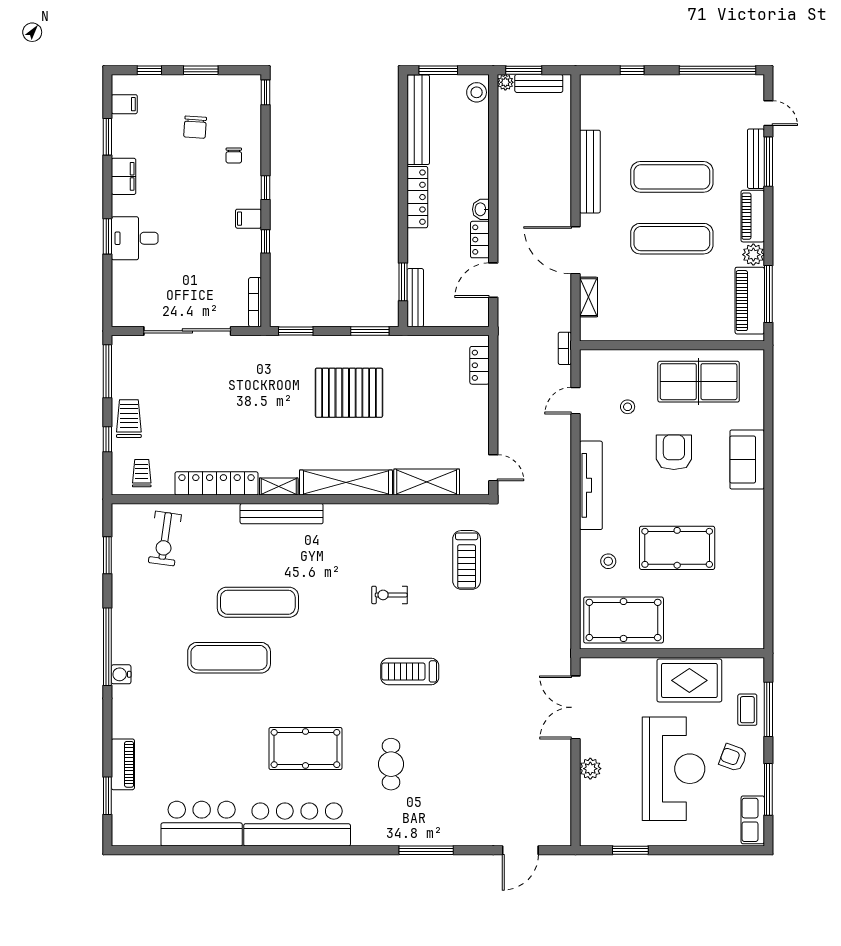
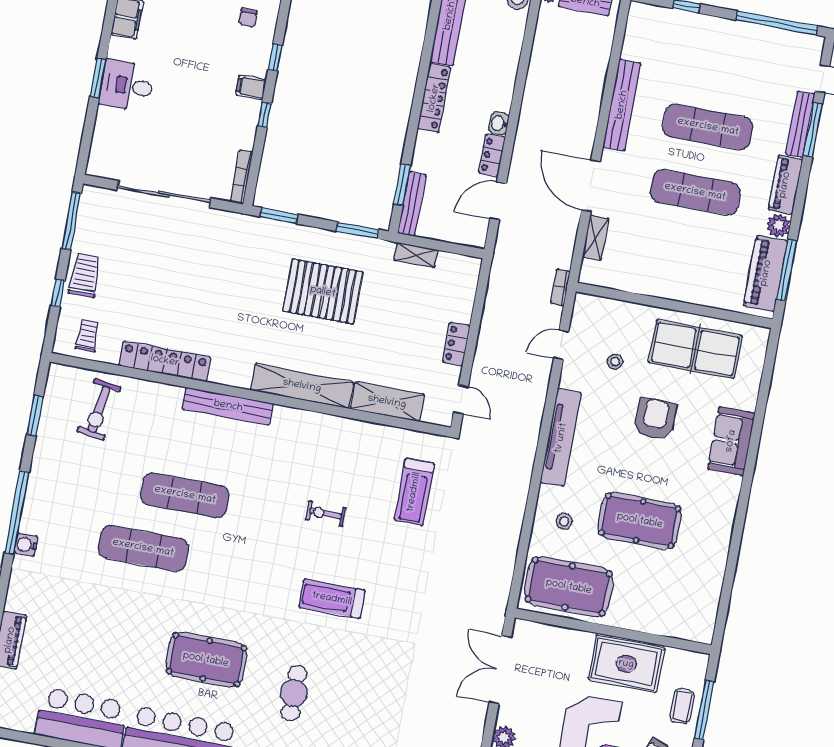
locker: (480, 365) -> (456, 344), moved
shelving: (279, 487) -> (416, 255), moved

